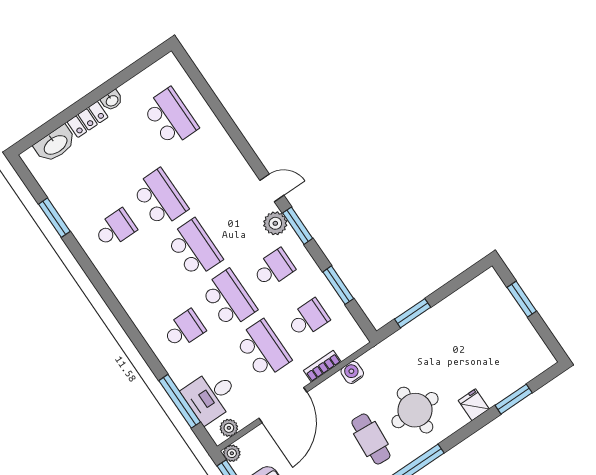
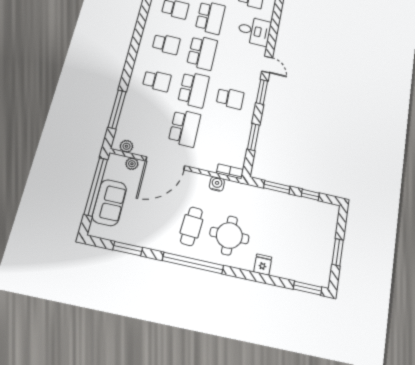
plant: (275, 223) -> (252, 80), removed
window: (453, 286) -> (310, 195), added
window: (522, 299) -> (338, 252), moved
school desk: (308, 319) -> (166, 44), moved
bookcase: (322, 366) -> (230, 171), moved
desk: (211, 396) -> (254, 31), moved, turned 180
window: (514, 399) -> (308, 288), moved
plant: (232, 453) -> (132, 164), moved

